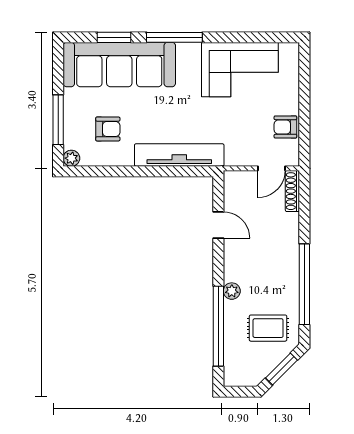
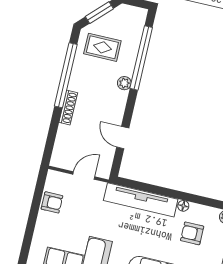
floor lamp: (126, 160) -> (183, 206), added
door: (272, 168) -> (84, 175), moved
shoe rack: (292, 191) -> (68, 107), moved

